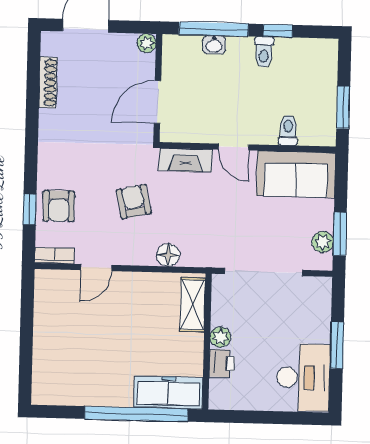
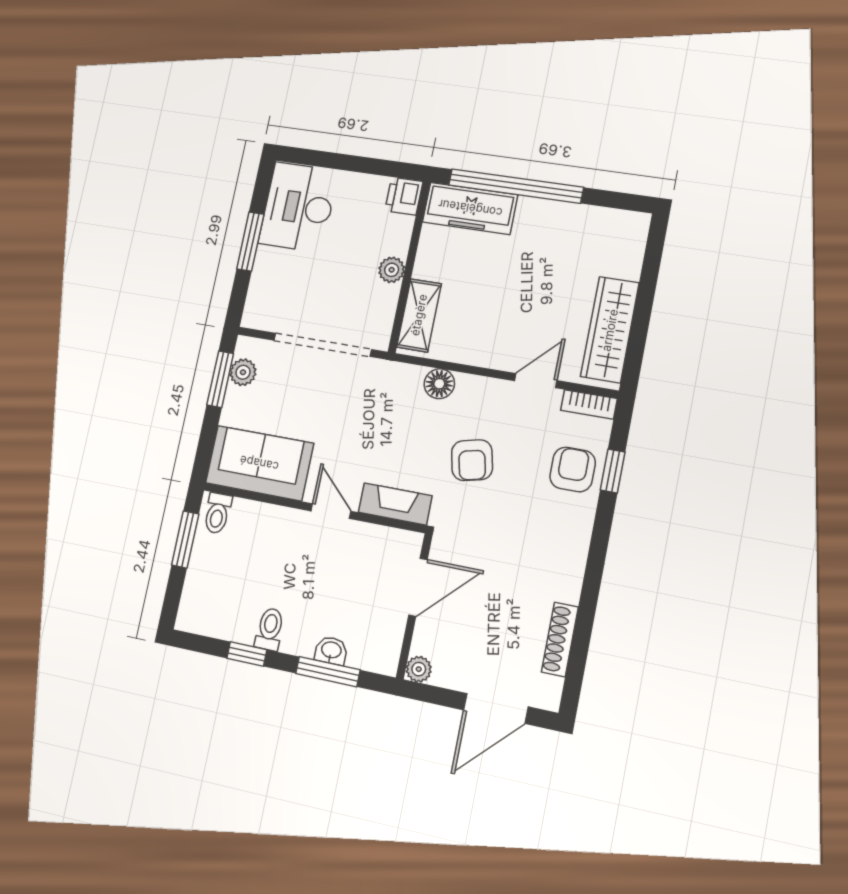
window: (214, 29) -> (328, 672), width x0.69
toilet: (288, 130) -> (217, 513), moved
wardrobe: (48, 313) -> (610, 330), added
printer: (222, 363) -> (404, 196), moved

